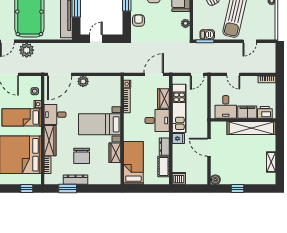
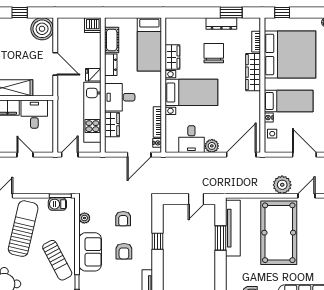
armchair: (138, 20) -> (123, 219), moved
door: (154, 74) -> (139, 155), moved
desk: (55, 115) -> (191, 139), moved, turned 90
boiler: (215, 180) -> (42, 29), width x1.86, depth x1.86

